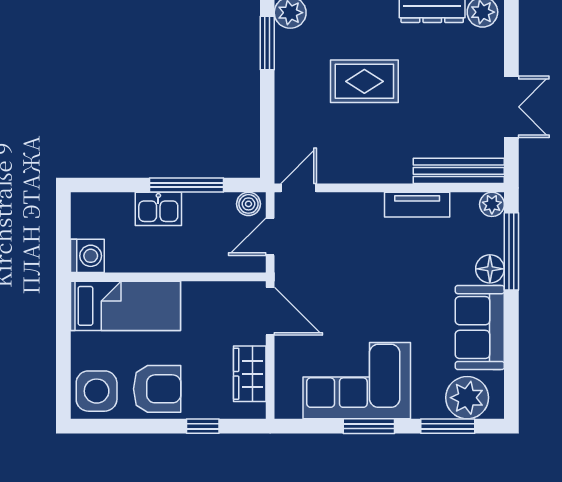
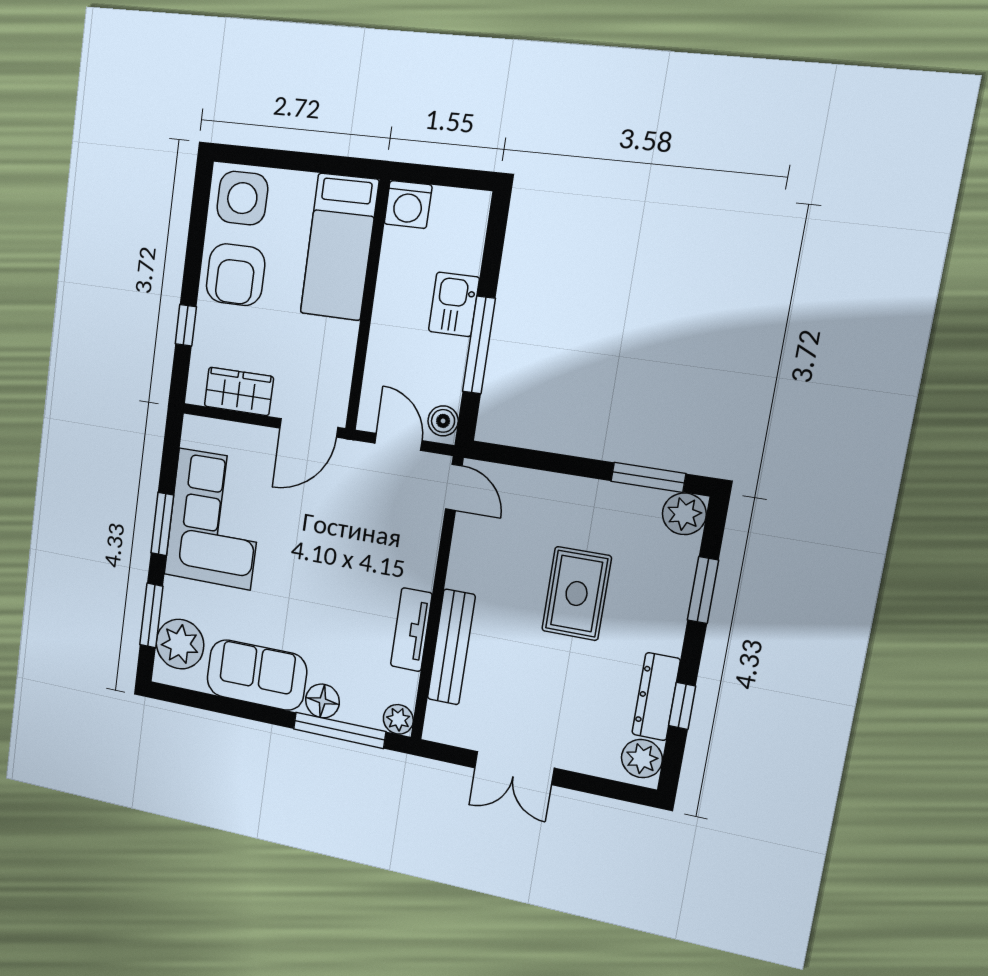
bench: (459, 171) -> (451, 647), moved

